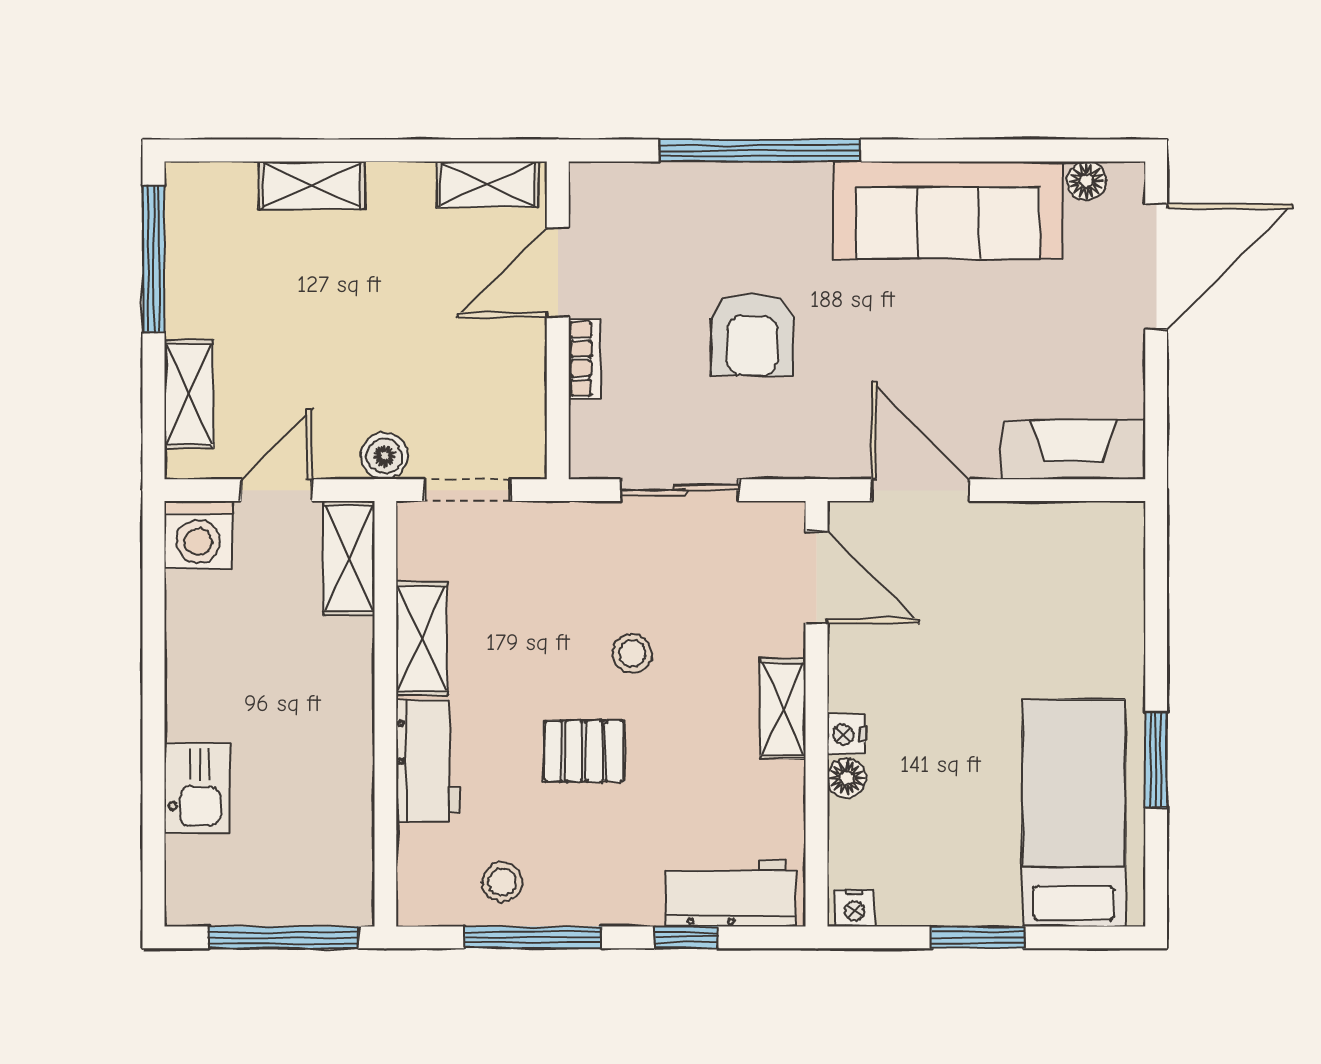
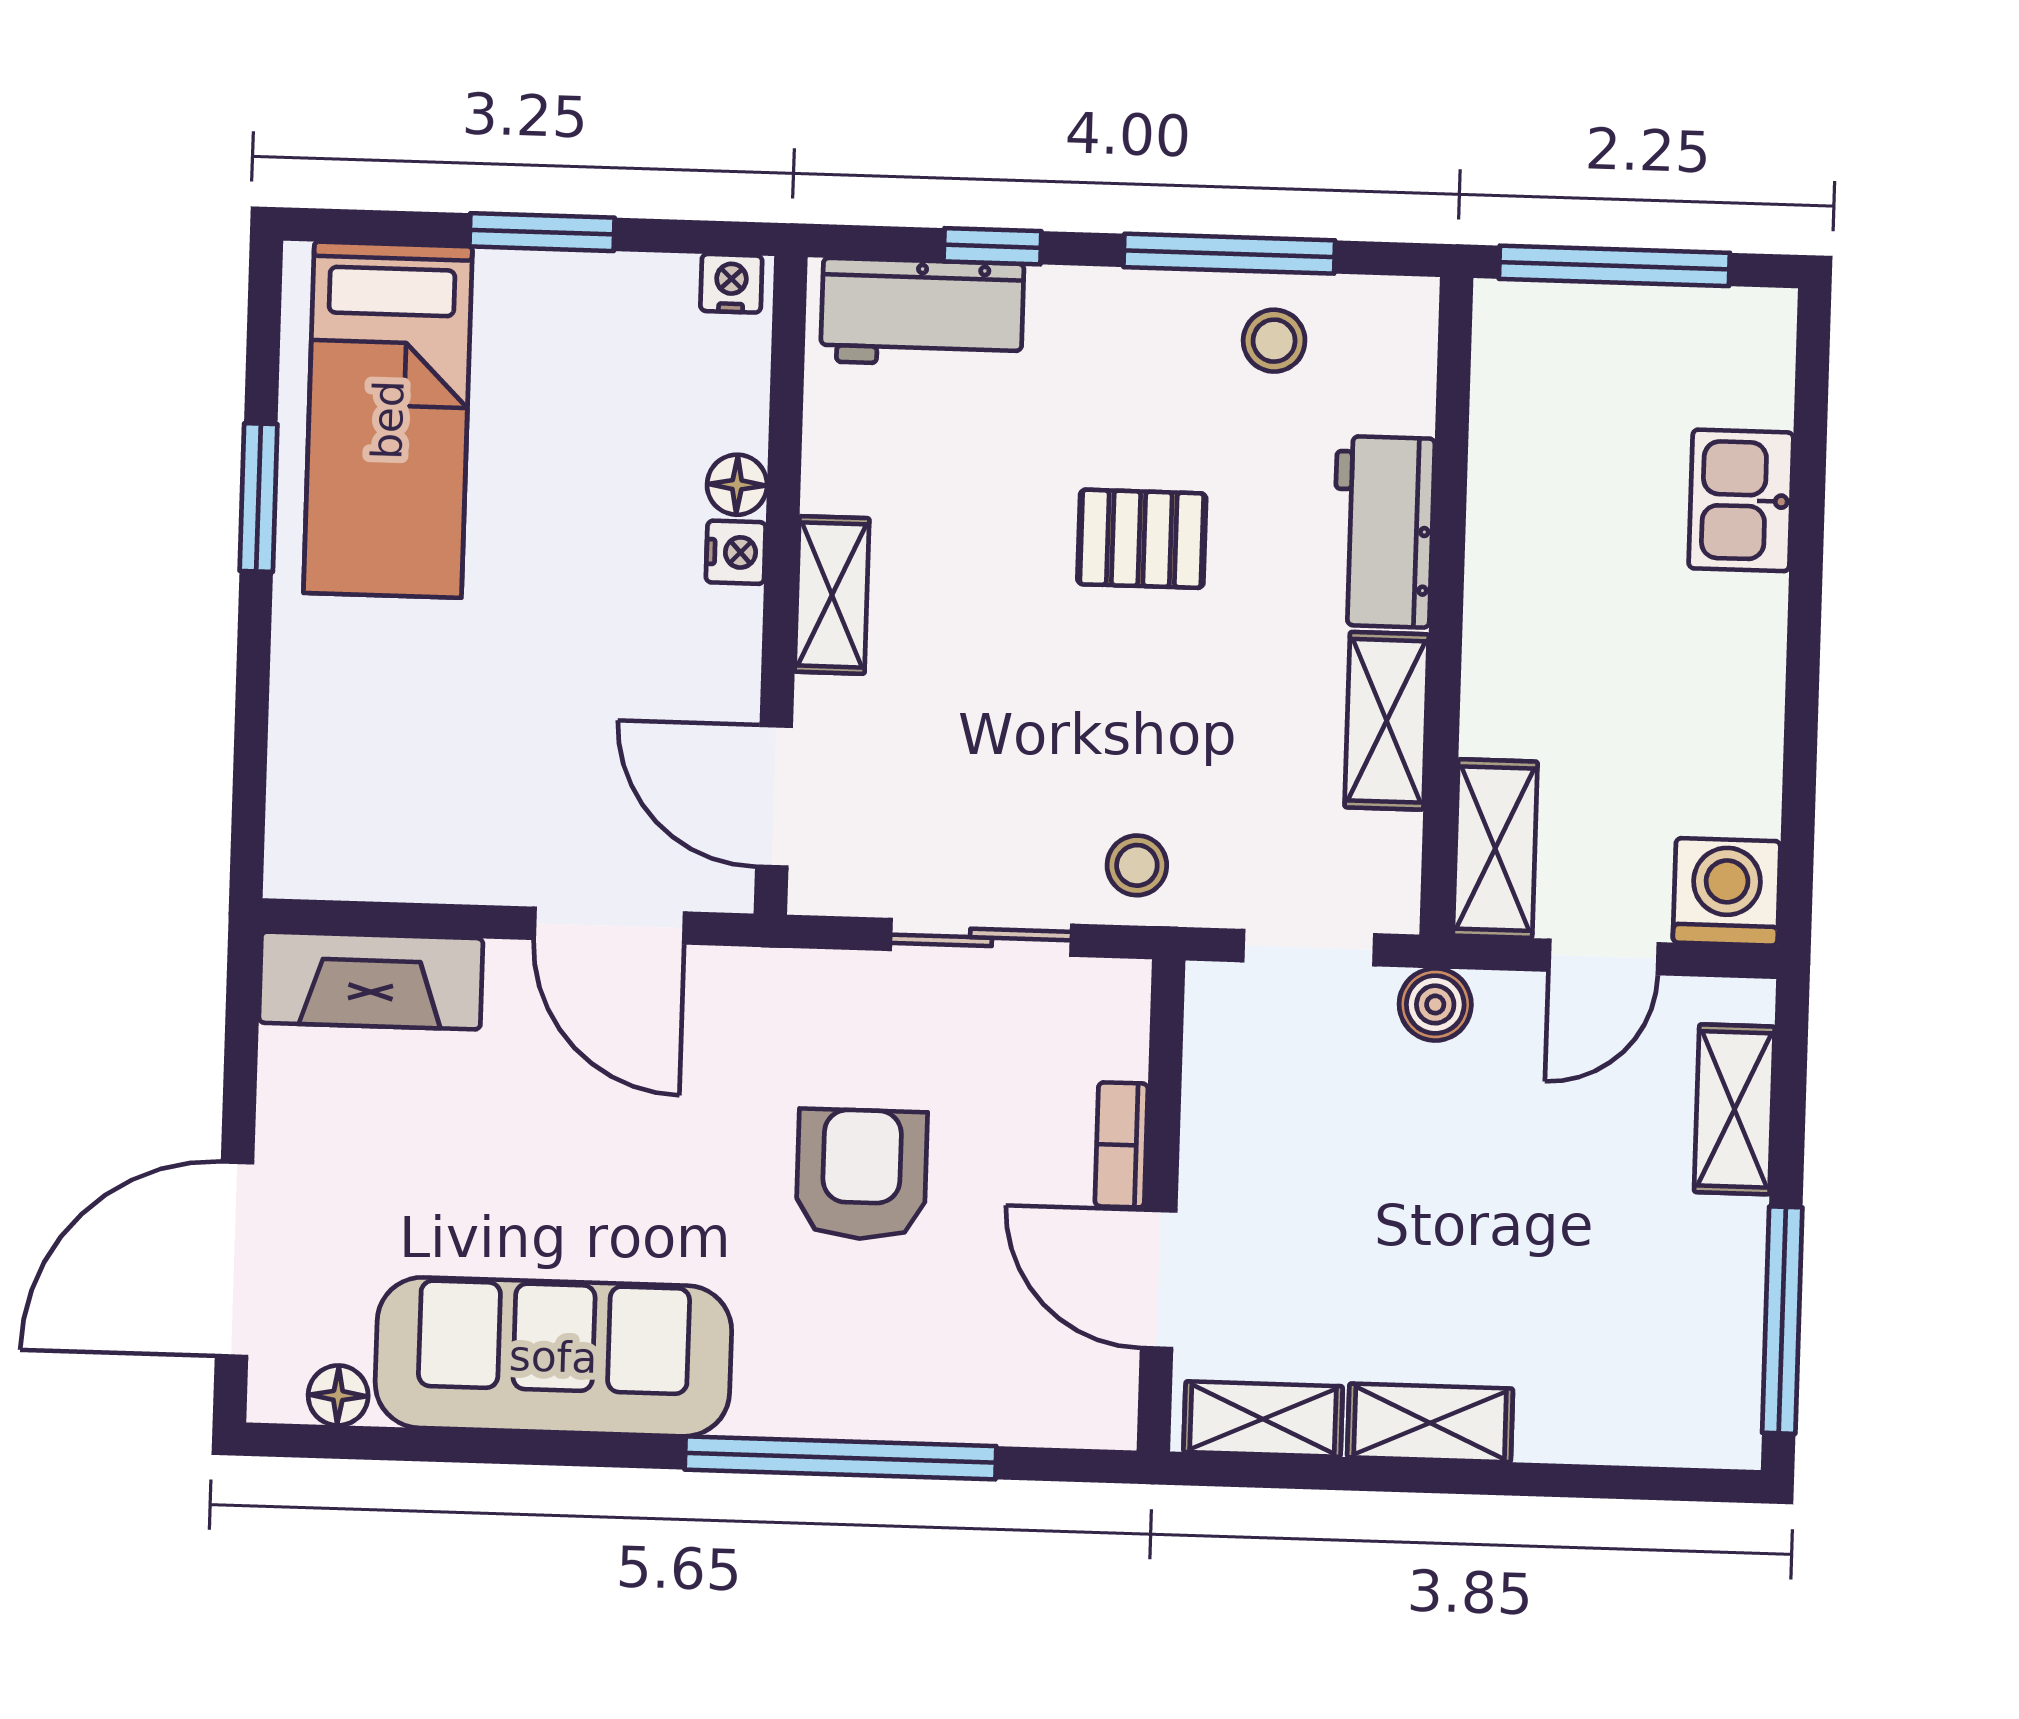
shelving: (312, 185) -> (1430, 1423), moved
door: (558, 272) -> (1159, 1279), swing flipped
stool: (632, 653) -> (1137, 865), moved

